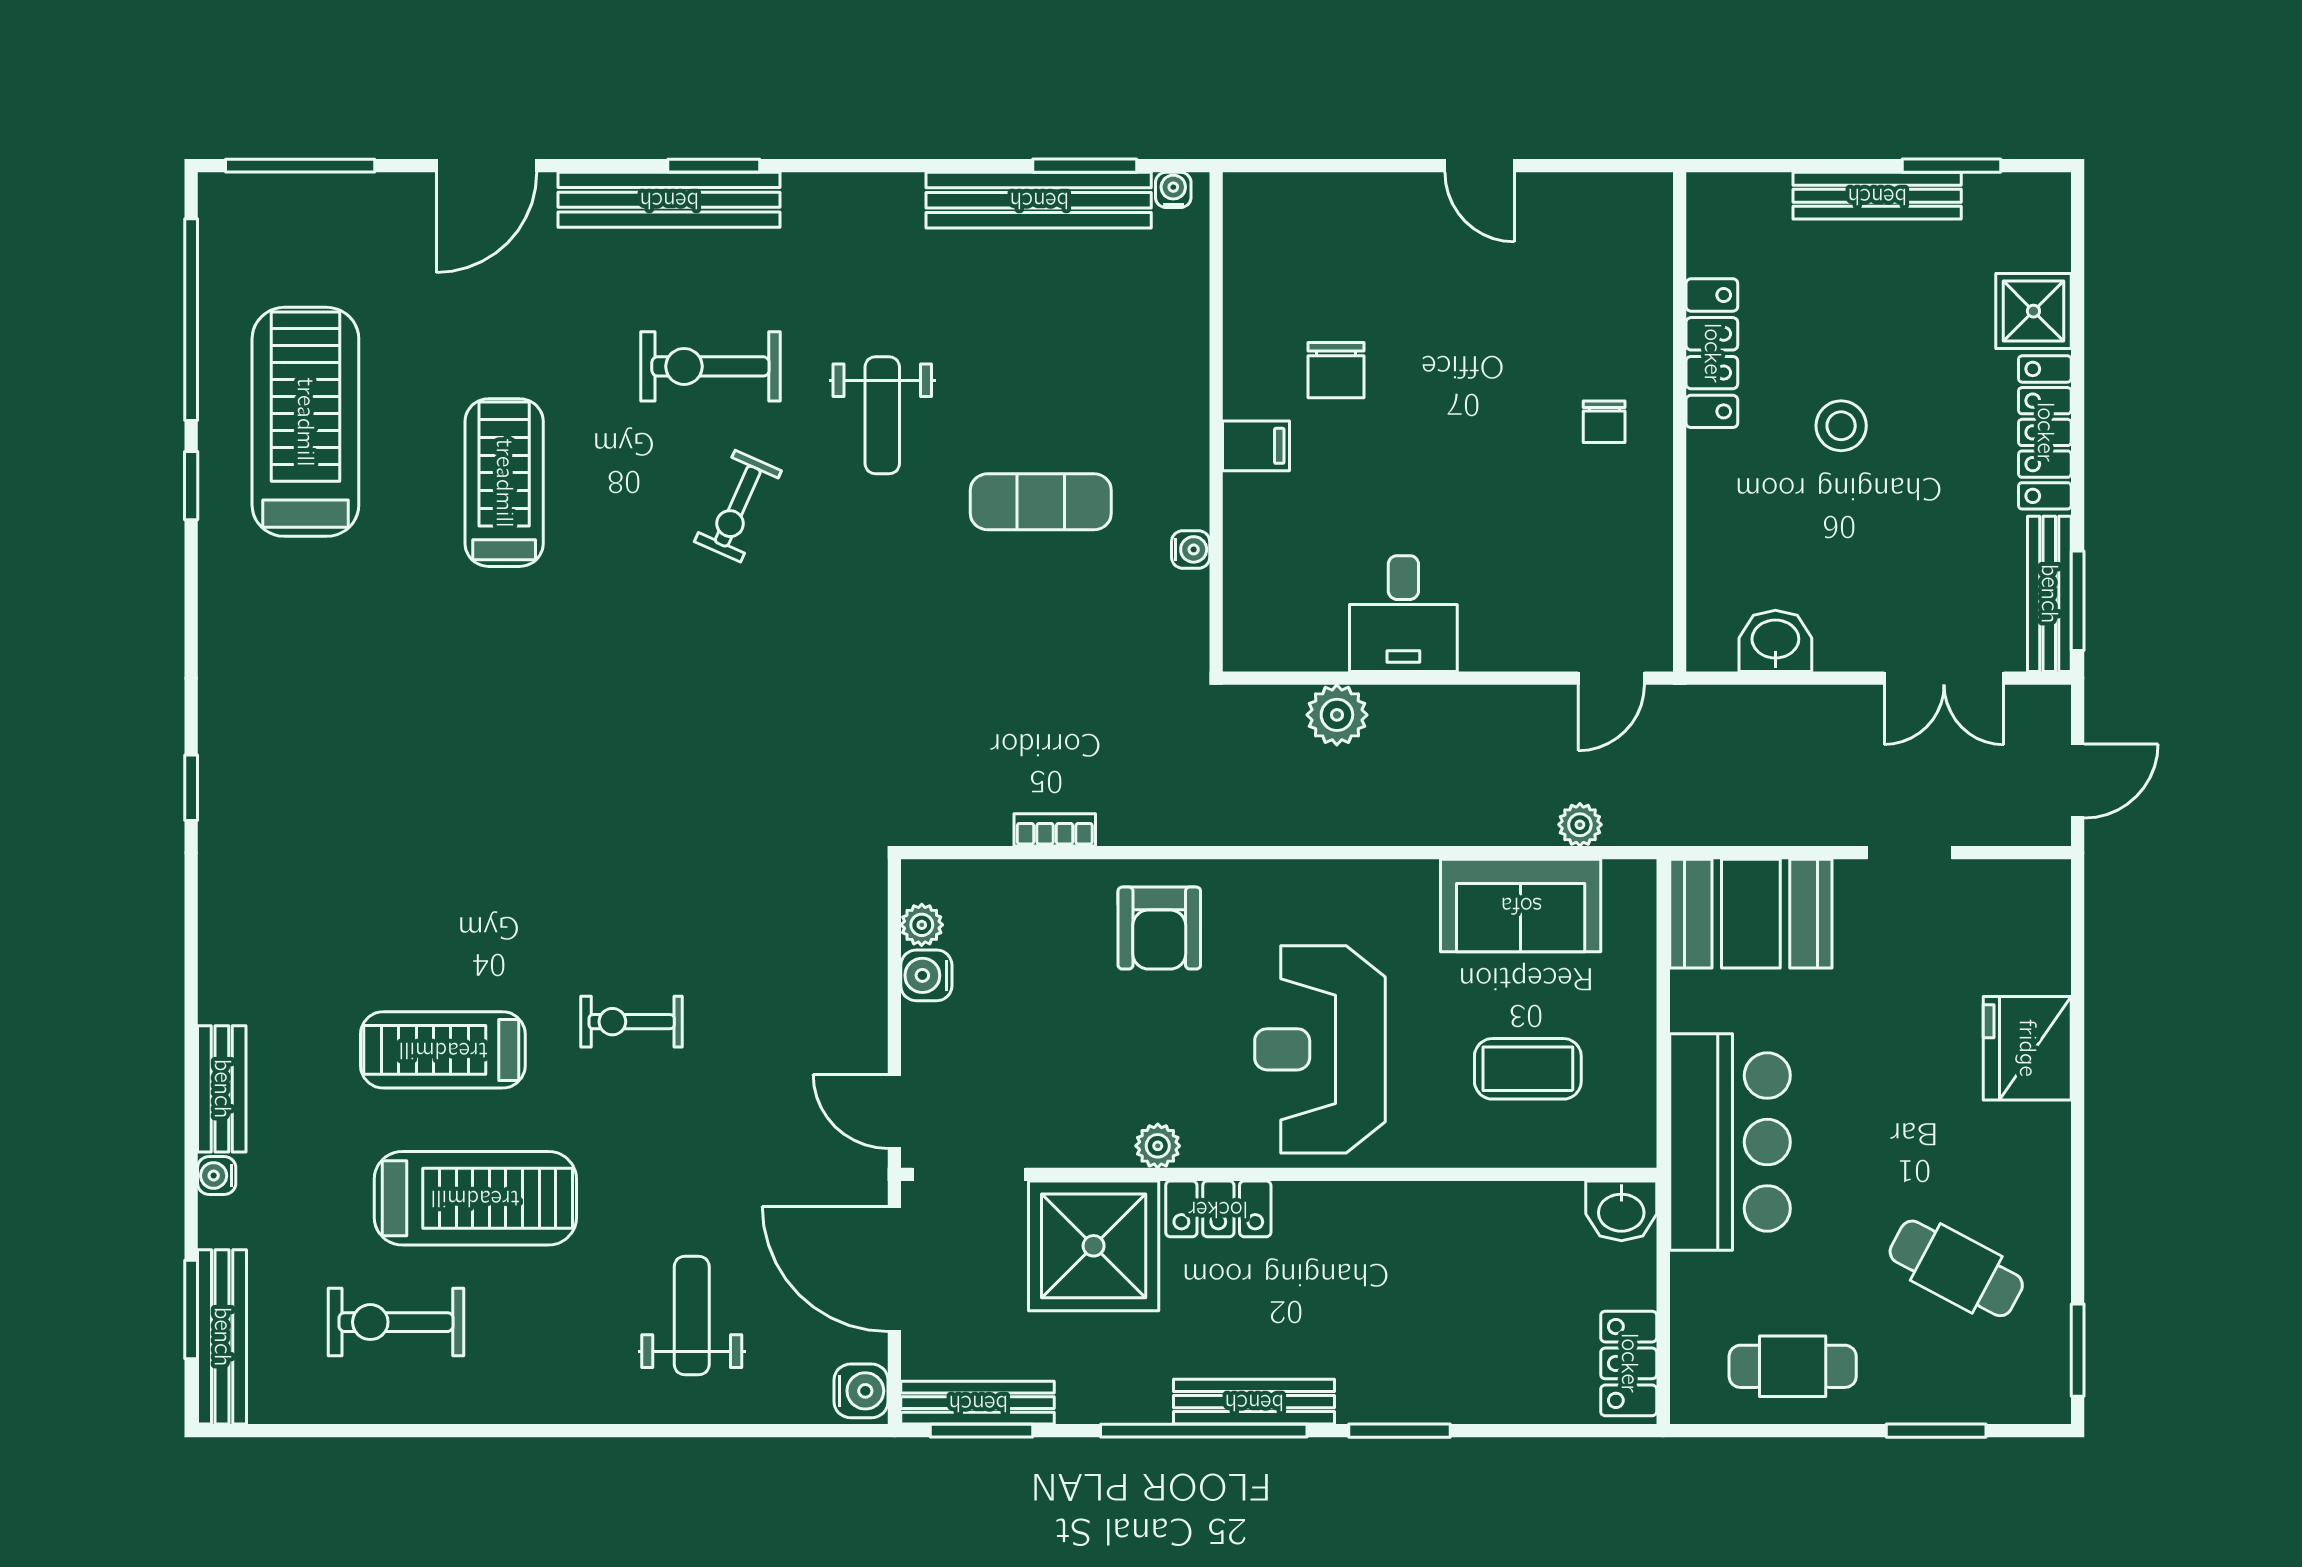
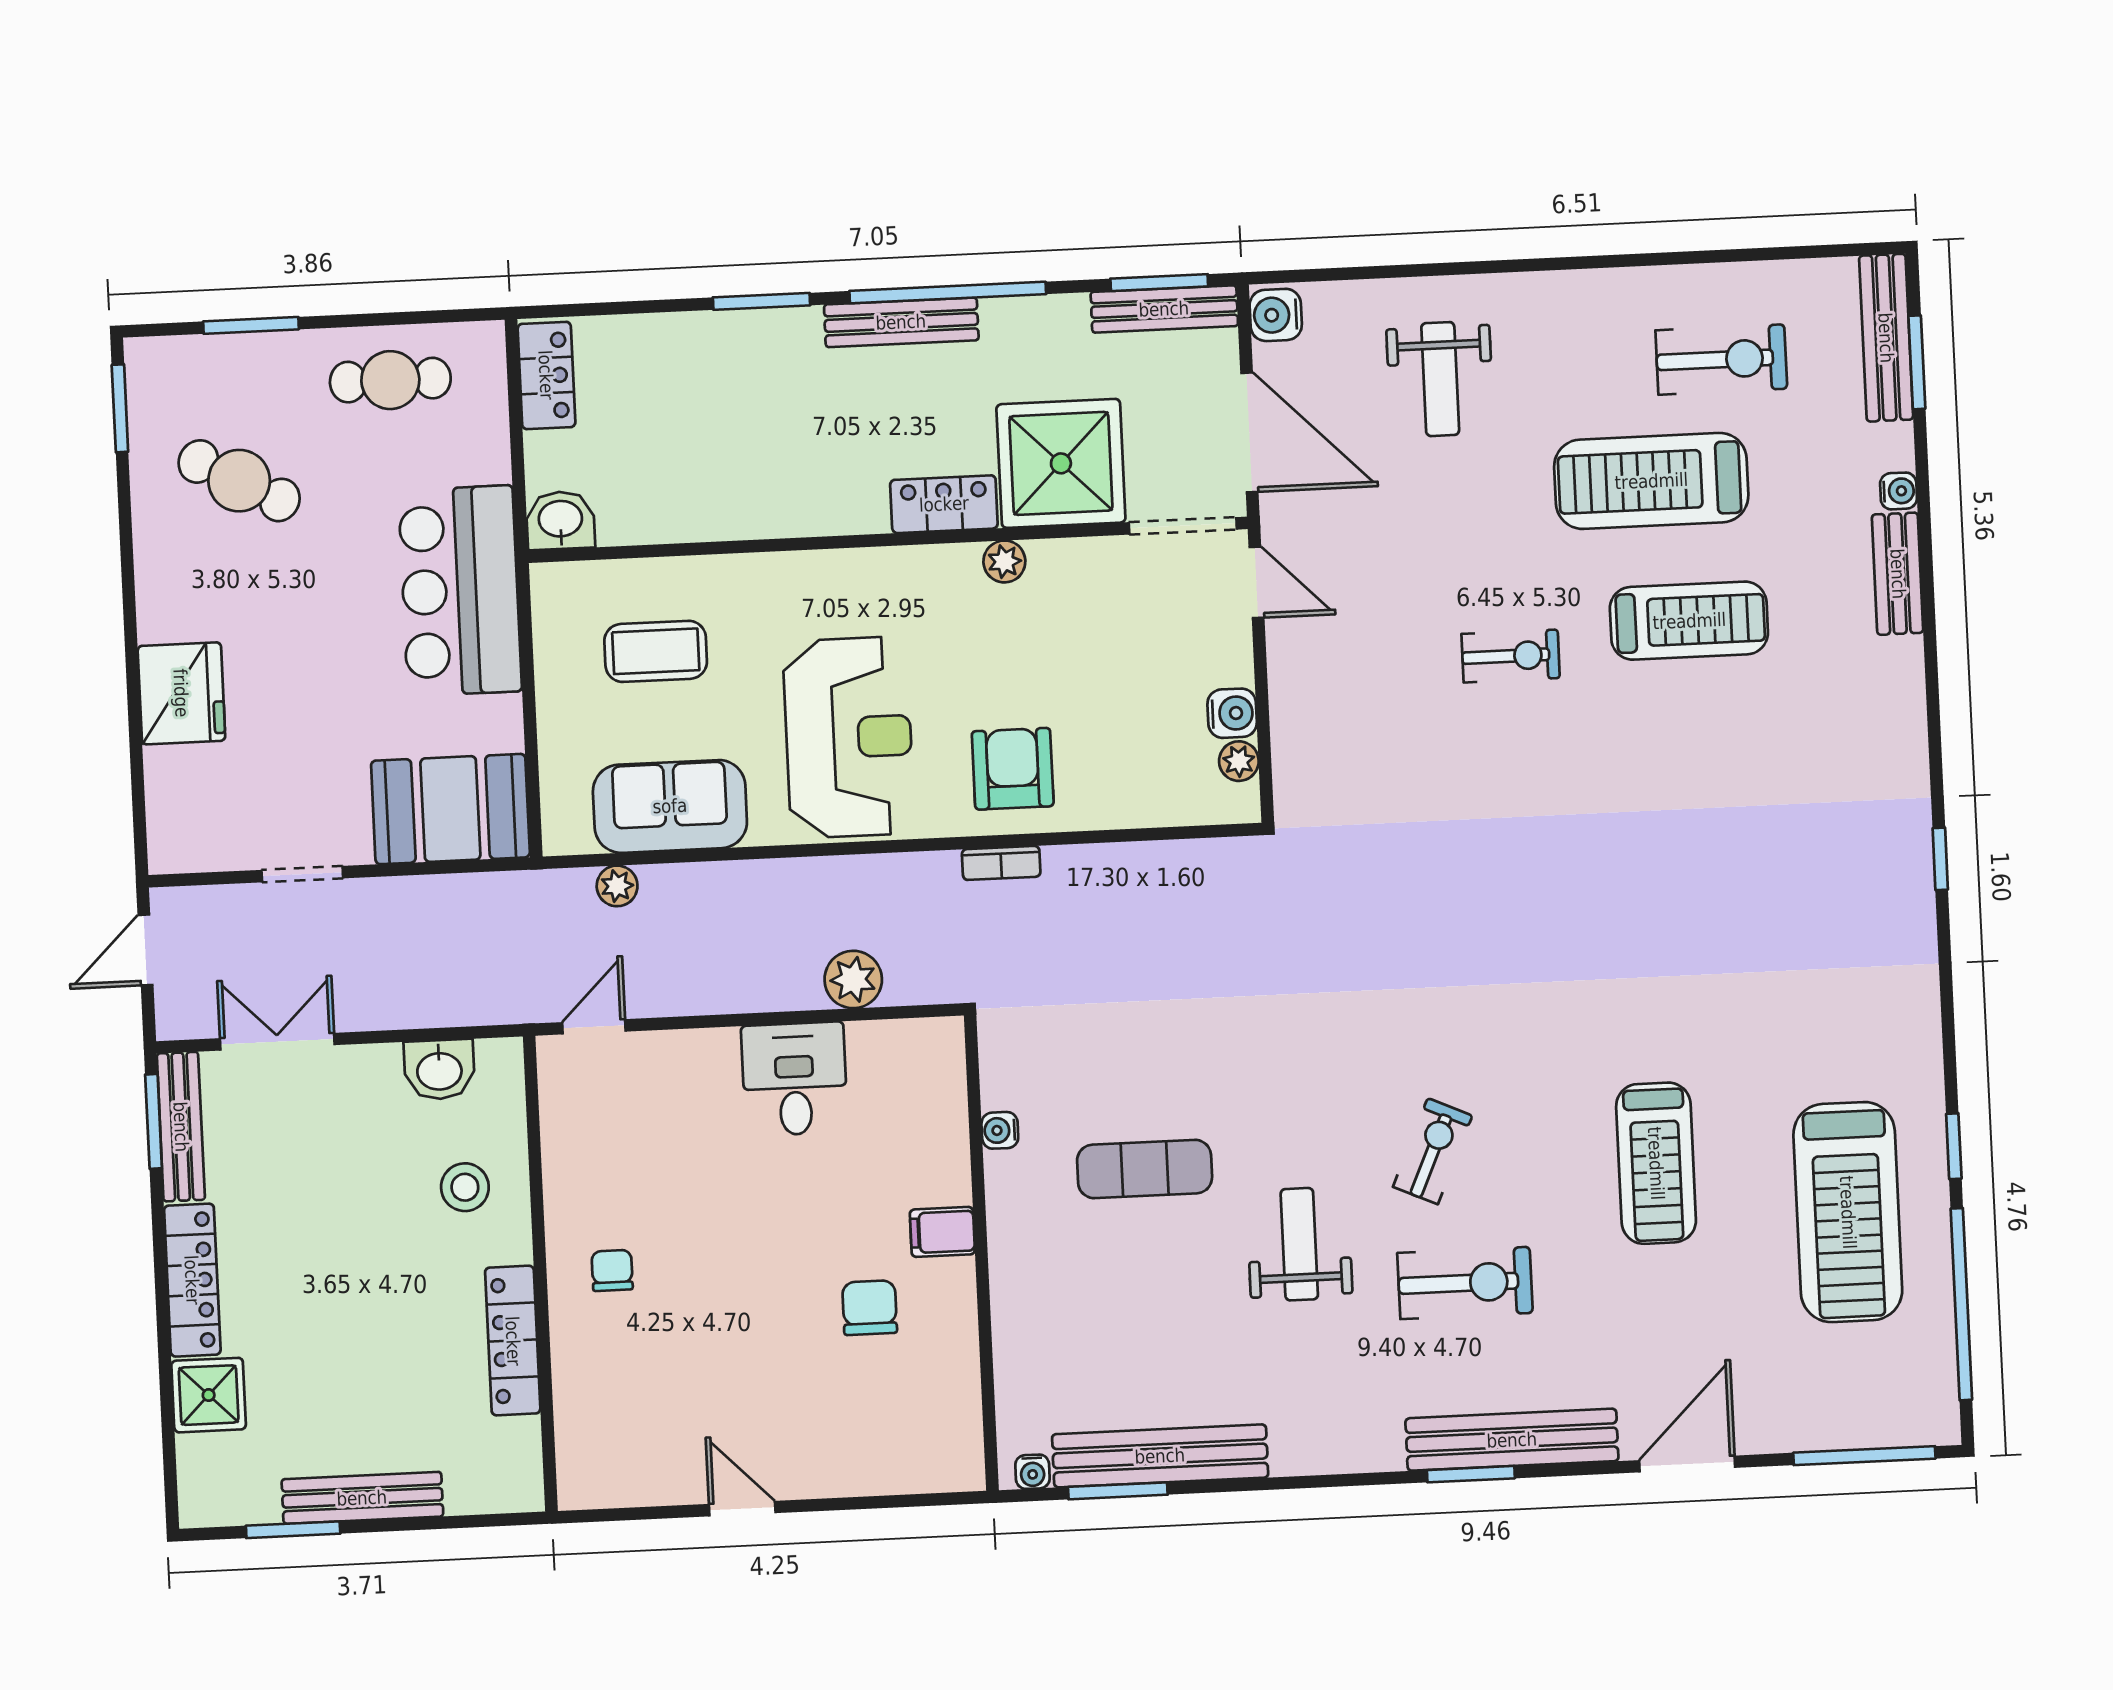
stool: (1841, 426) -> (465, 1187), moved
bookcase: (1055, 830) -> (1001, 863), moved
reception desk: (1320, 1049) -> (849, 737), moved

